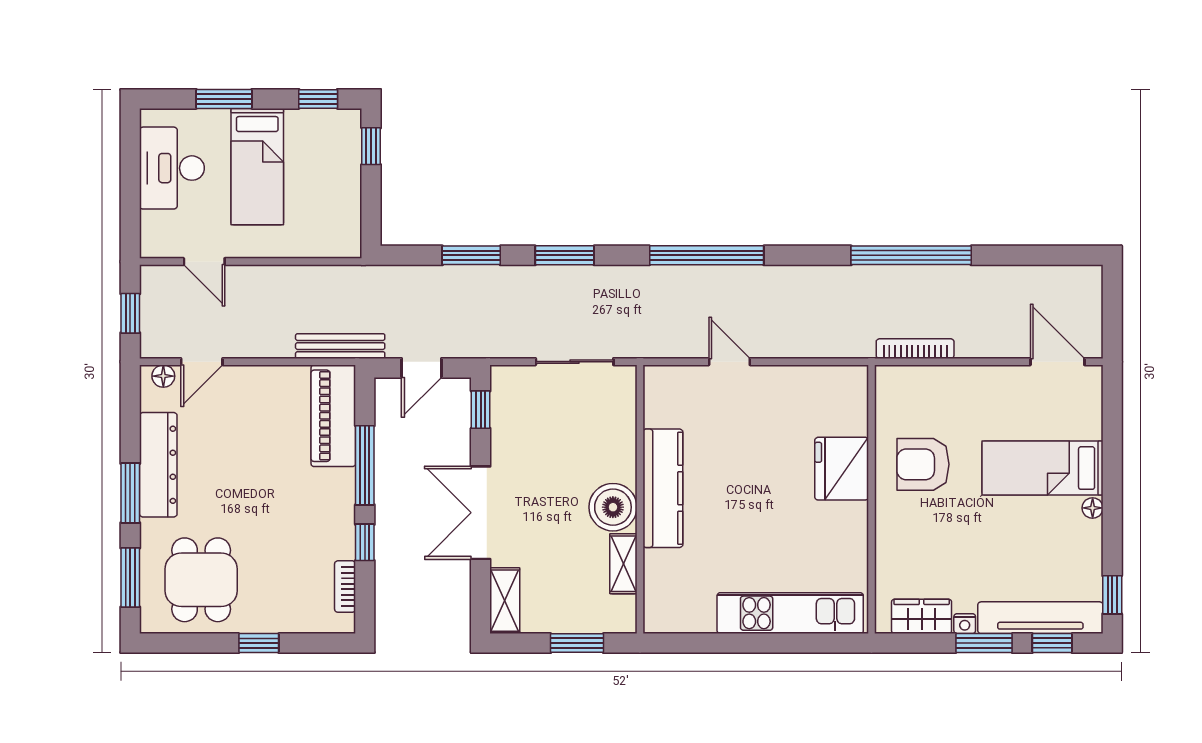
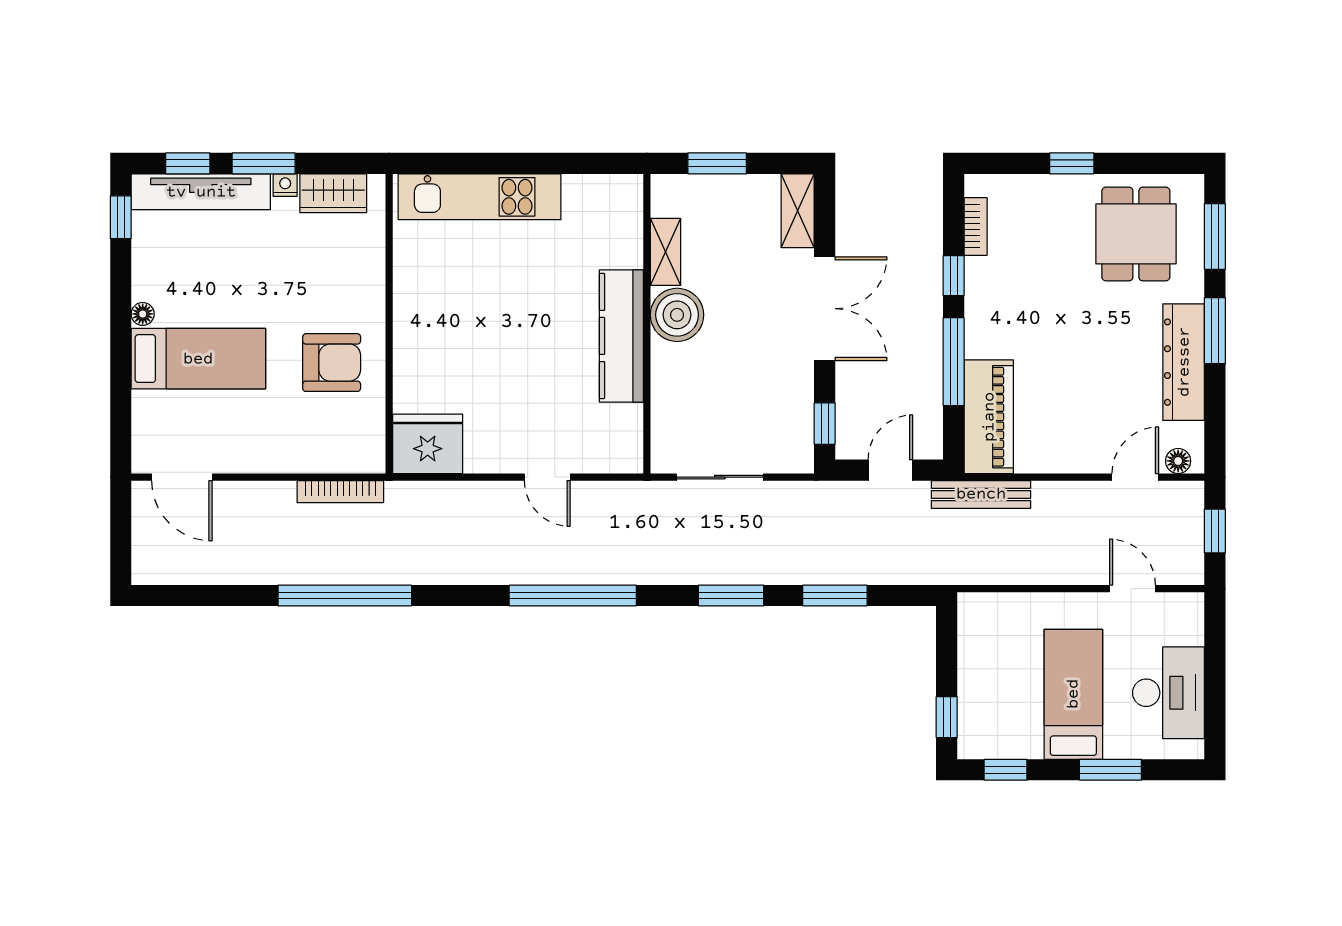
fridge: (842, 469) -> (428, 444), moved, turned -90

